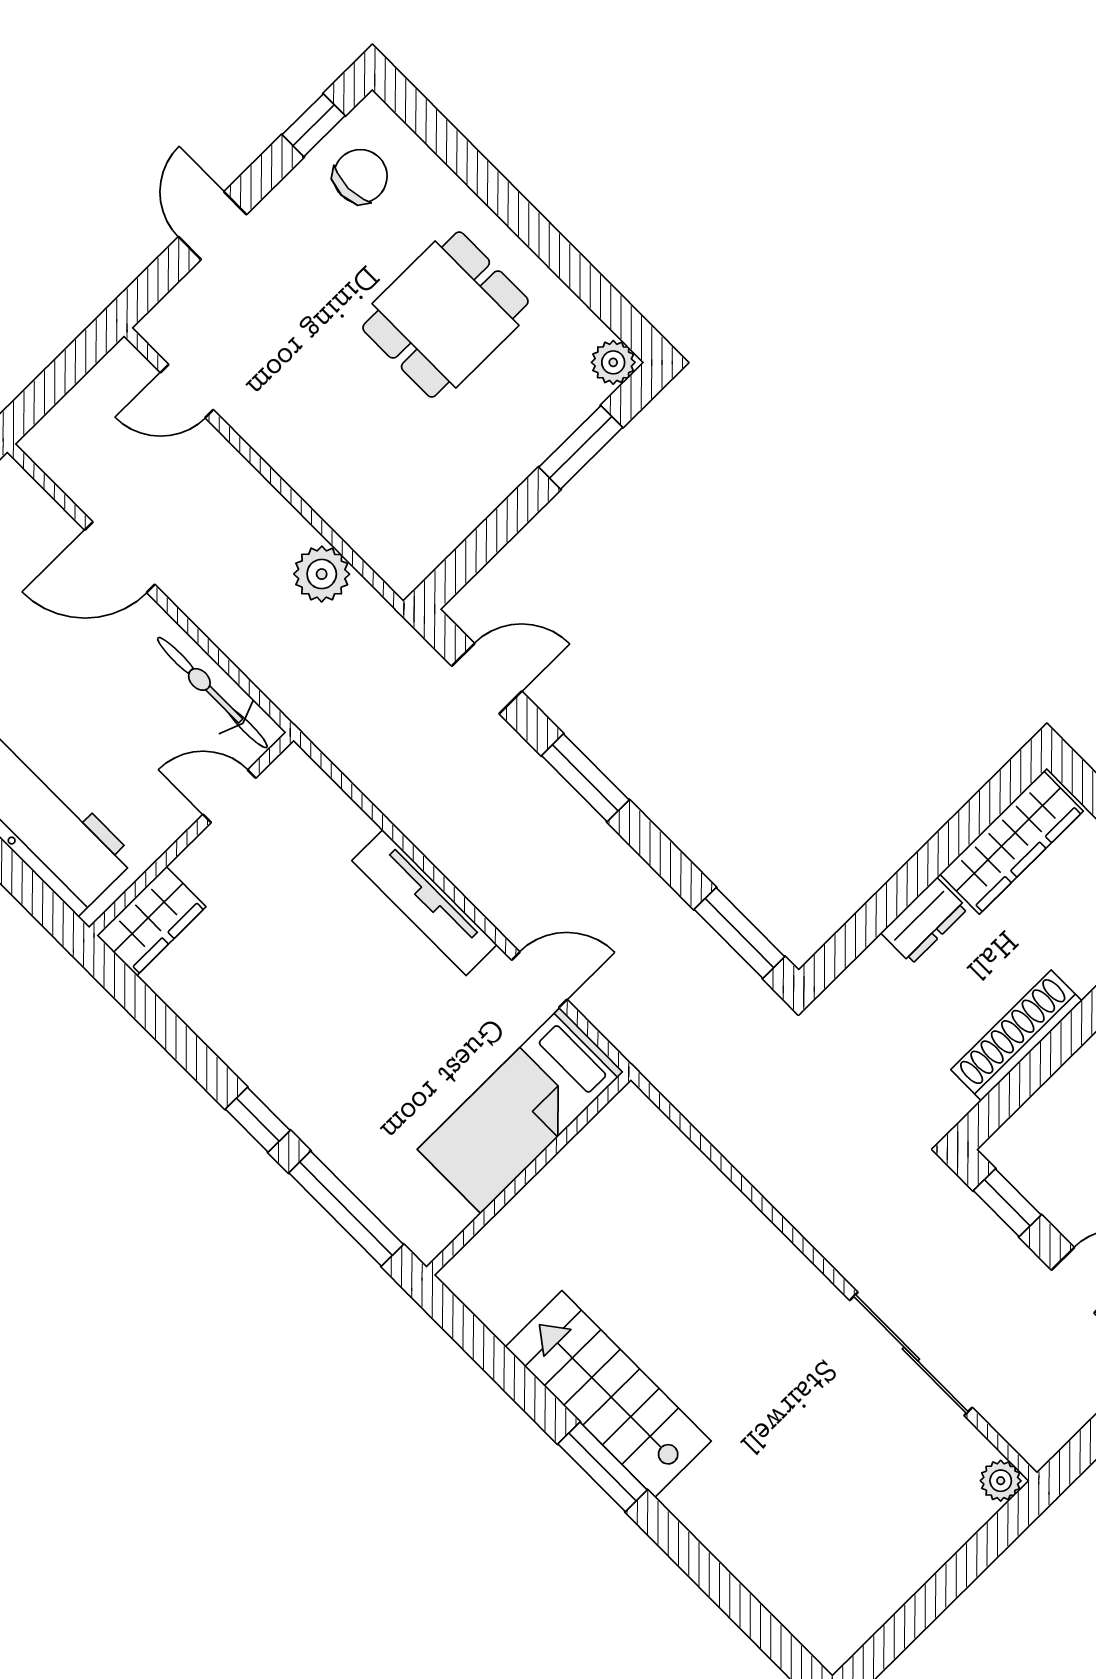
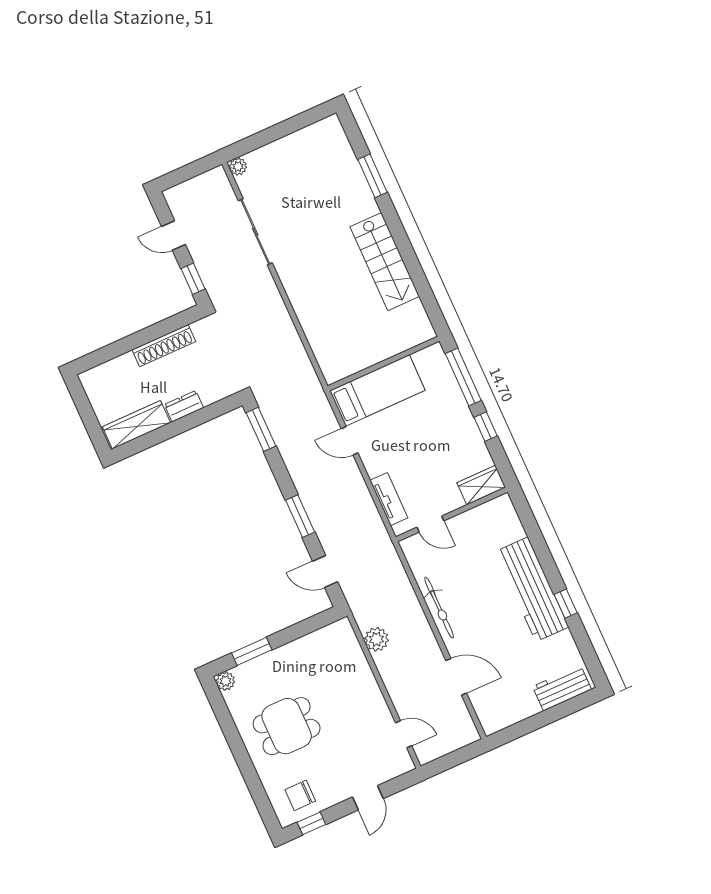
door: (229, 796) -> (430, 524), moved
wall: (191, 834) -> (452, 514), moved
tv unit: (424, 903) -> (389, 499), width x0.71
wardrobe: (151, 921) -> (481, 485), moved
window: (603, 1467) -> (372, 176), moved

